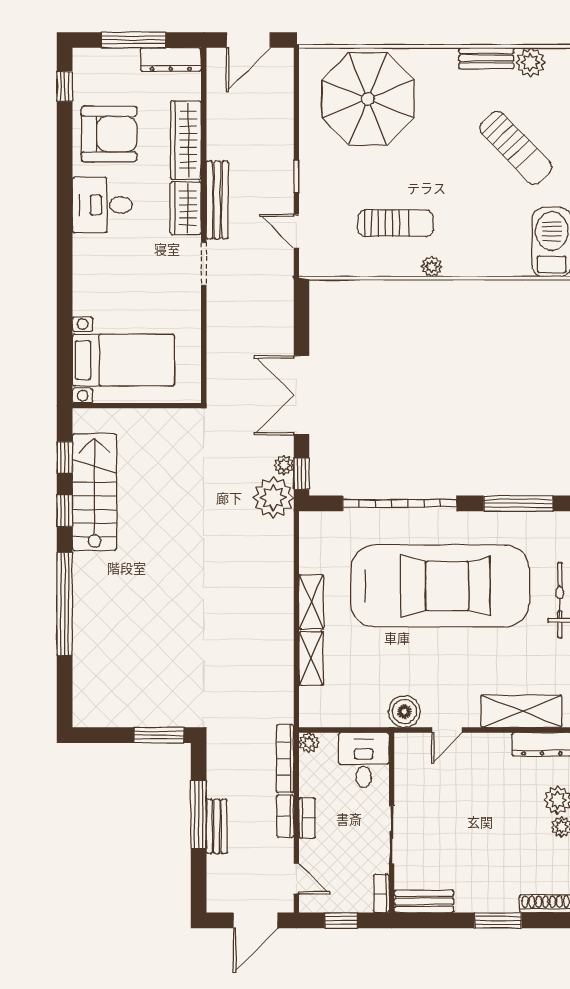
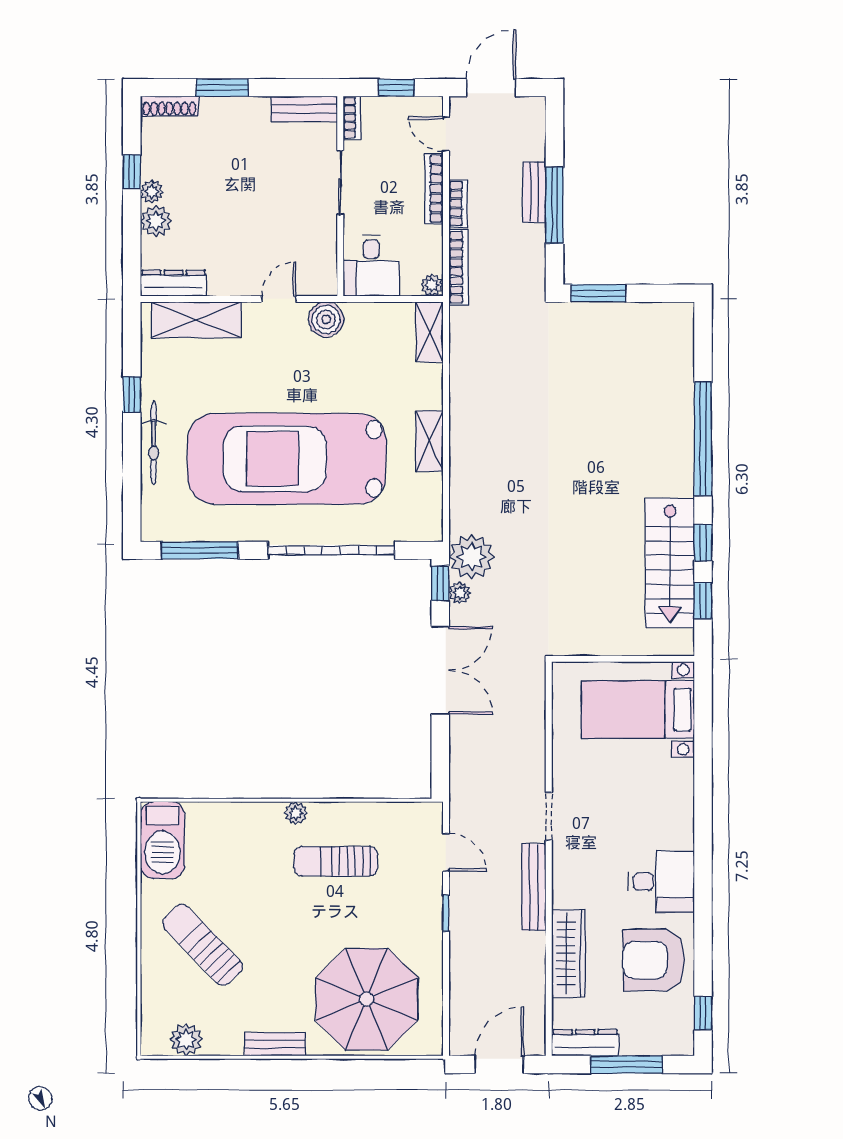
bench: (486, 58) -> (275, 1044), moved
wardrobe: (186, 208) -> (569, 878), removed
shelving: (311, 658) -> (430, 332), moved
bookcase: (307, 818) -> (434, 189), width x1.56

